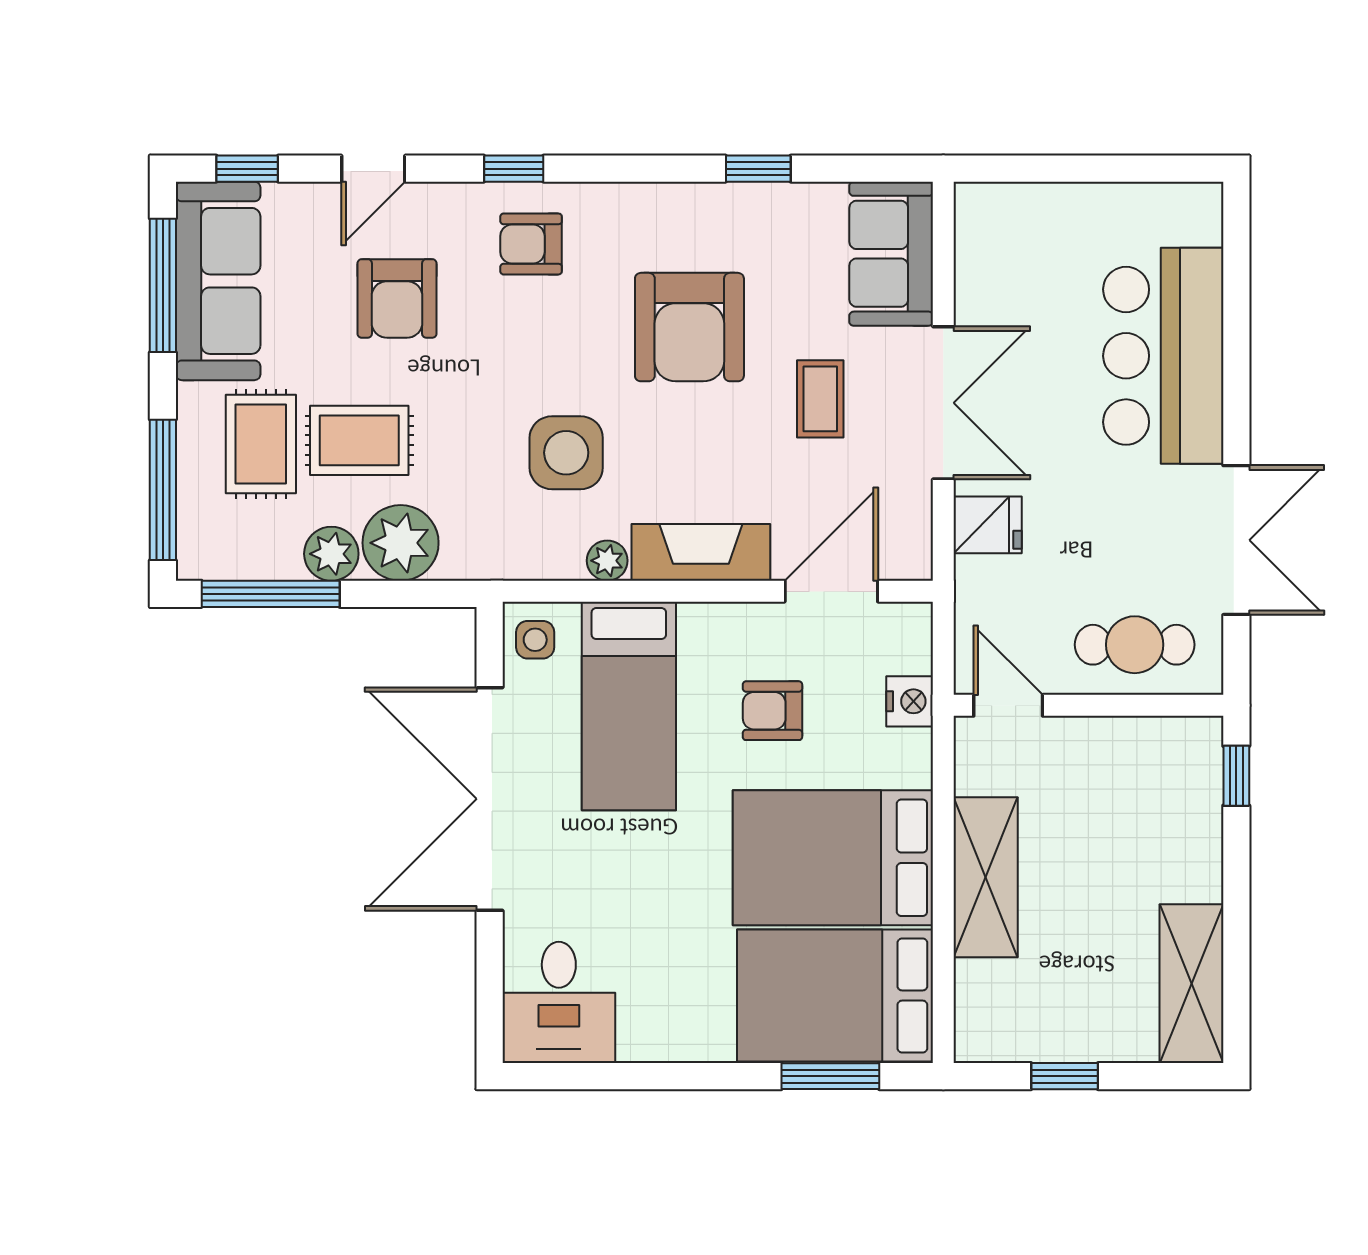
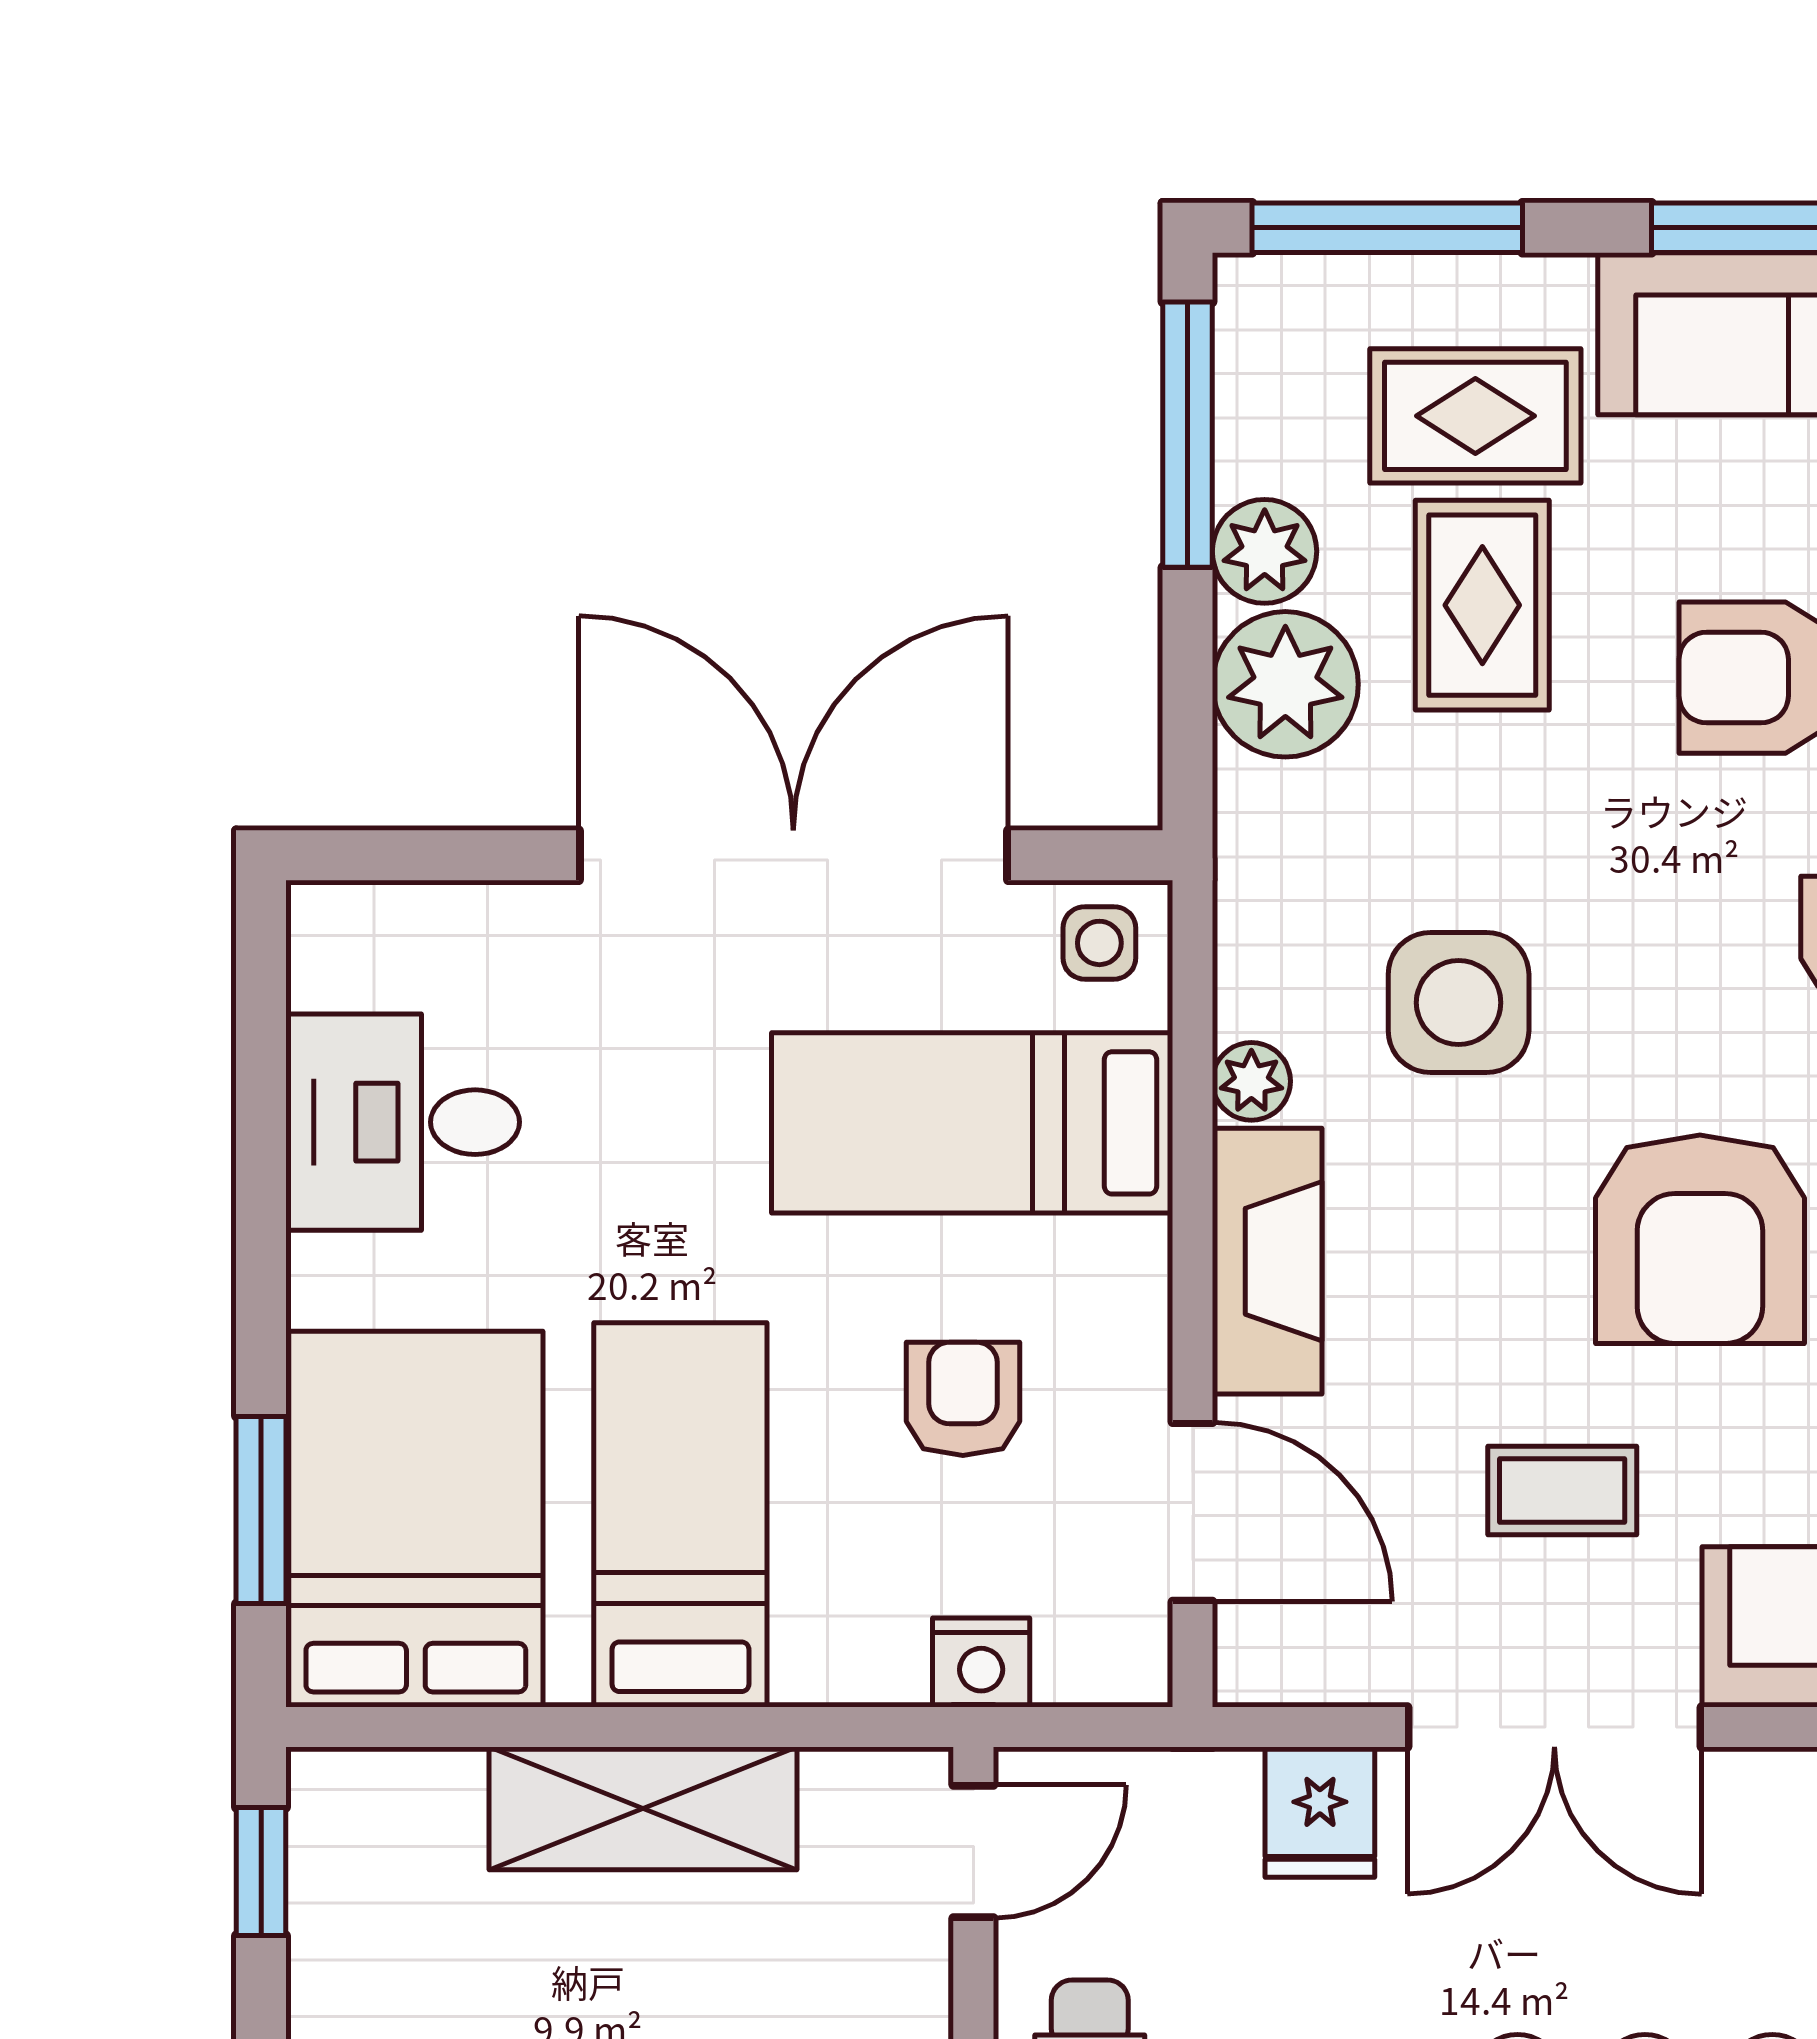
armchair: (689, 327) -> (1700, 1239), turned -90
bed: (833, 858) -> (680, 1515), width x0.67
desk: (559, 1002) -> (403, 1122), moved
window: (1065, 1076) -> (261, 1871), moved

